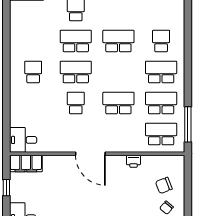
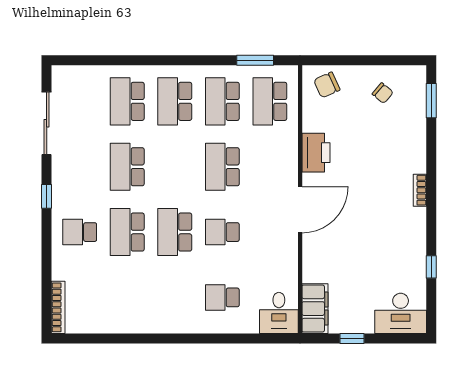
school desk: (161, 41) -> (127, 101), width x1.85
school desk: (33, 72) -> (222, 297), moved
window: (188, 124) -> (255, 60), width x0.69
printer: (134, 161) -> (316, 153), width x1.87, depth x1.48
chair: (164, 185) -> (327, 85), moved, turned 87

